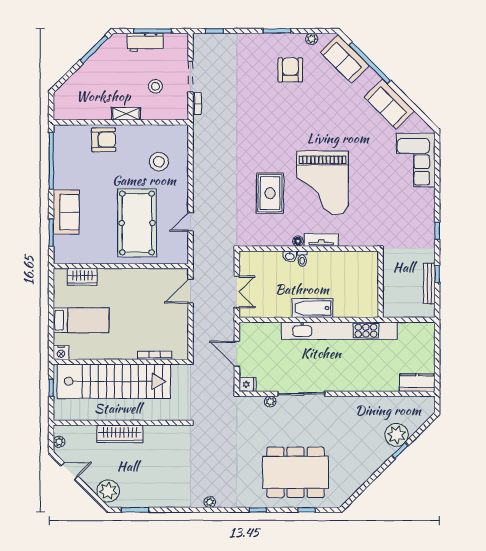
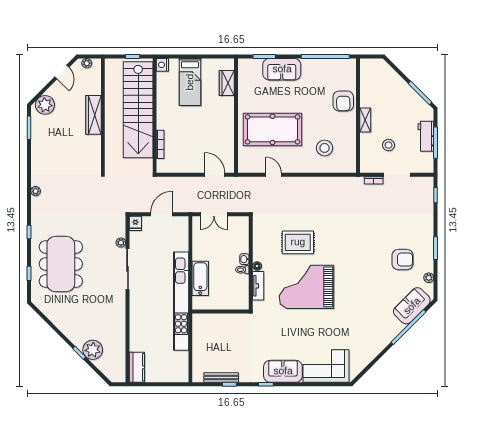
sofa: (389, 104) -> (283, 371), moved, turned 45
wall: (381, 284) -> (221, 312), moved

